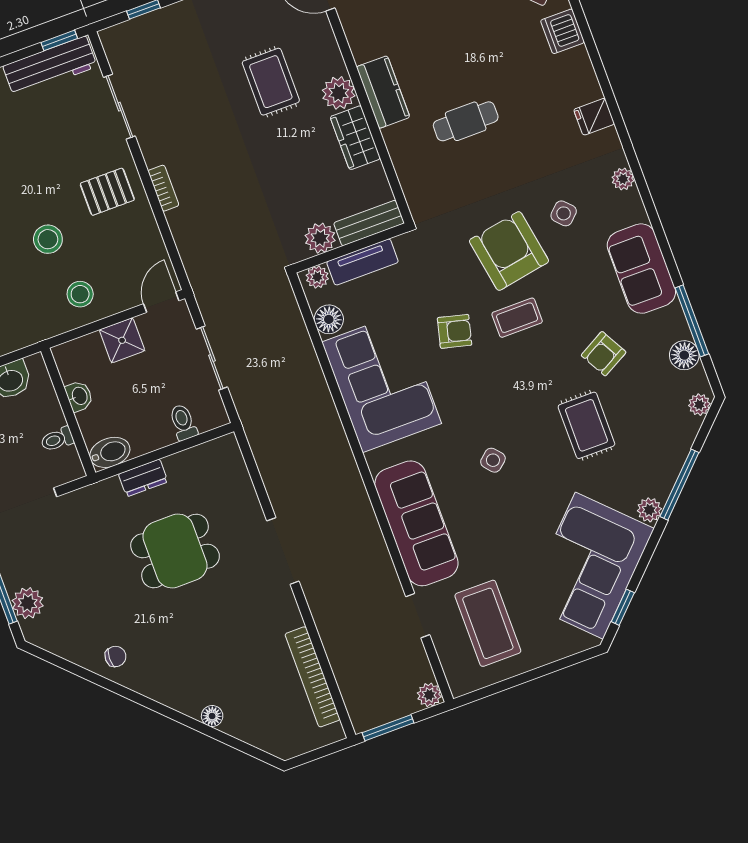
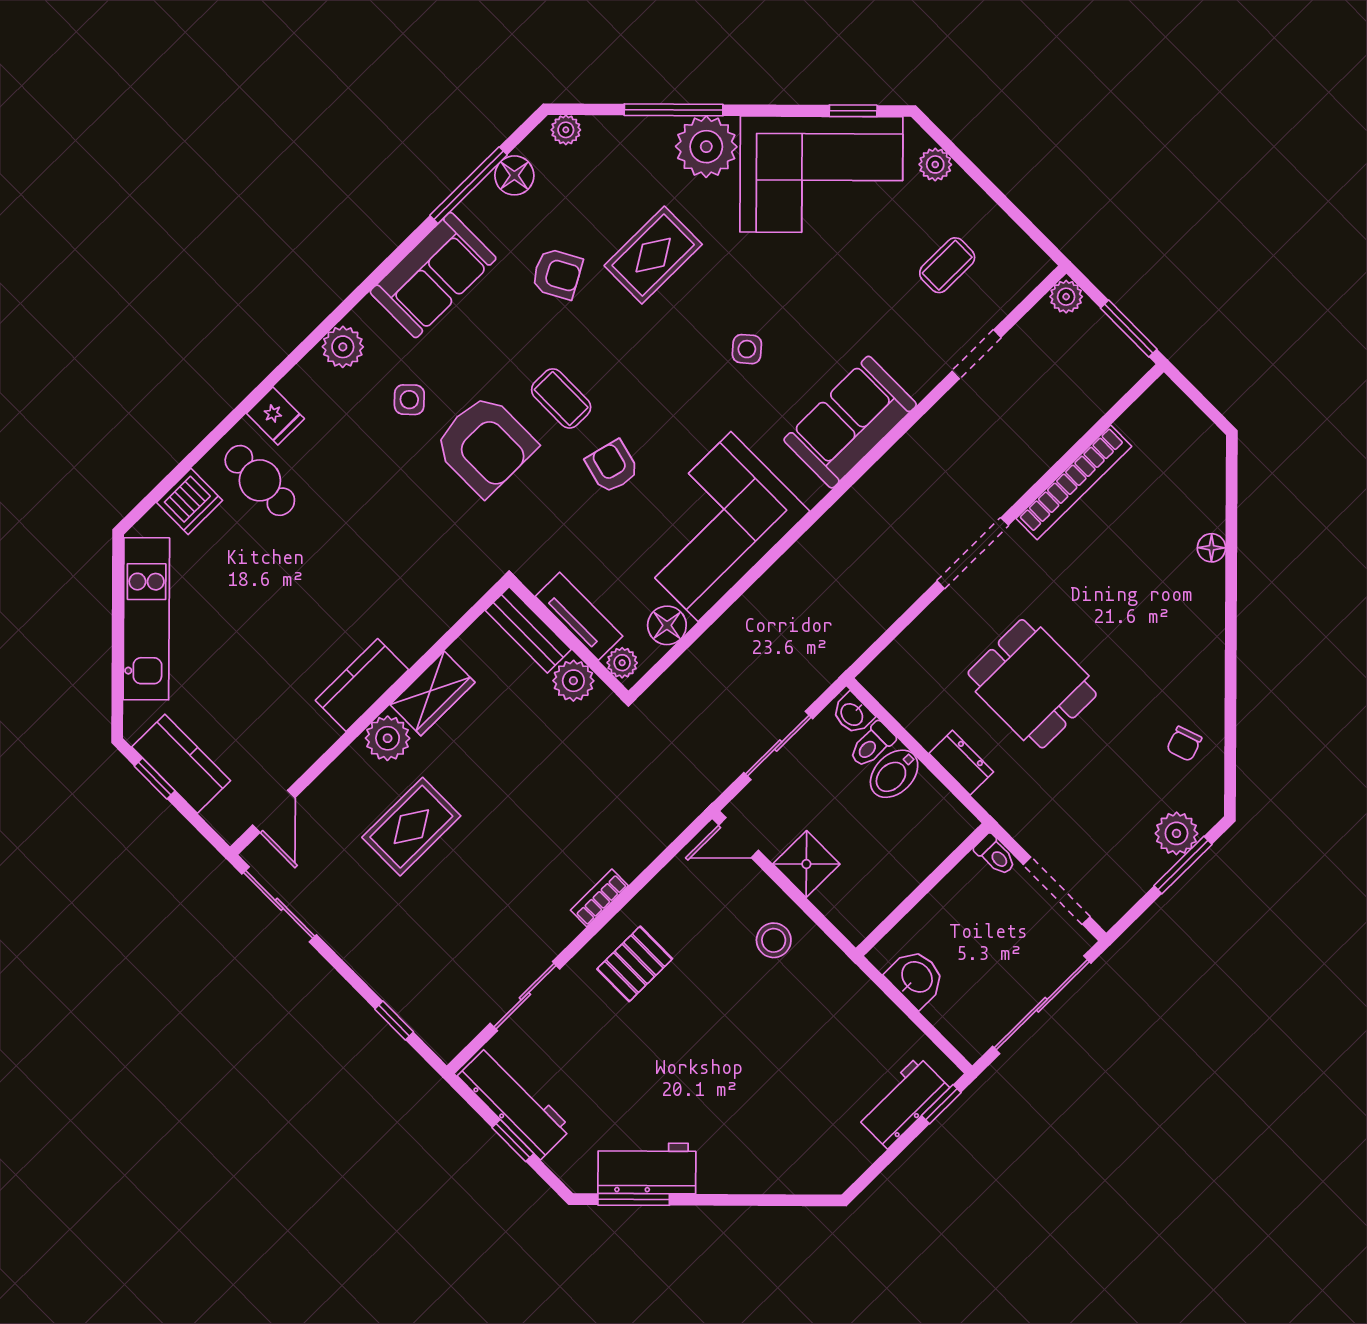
window: (59, 40) -> (513, 1141), moved
cafe table: (466, 121) -> (260, 480), moved
plant: (623, 179) -> (343, 347), width x1.38, depth x1.38
pallet: (107, 192) -> (635, 964), turned 90
stool: (48, 239) -> (725, 1009), removed
armchair: (509, 251) -> (485, 445), turned -80
washbasin: (79, 396) -> (852, 714), moved, turned -90
toilet: (57, 439) -> (995, 855), moved
bidet: (110, 452) -> (894, 774), moved, turned -90
plant: (649, 510) -> (706, 147), width x1.87, depth x1.87
sofa: (416, 523) -> (850, 422), width x0.73
coffee table: (488, 623) -> (947, 265), width x0.54, depth x0.58
plant: (560, 647) -> (935, 164), added
chair: (115, 656) -> (1184, 744), moved, turned -109
bookcase: (312, 677) -> (1074, 482), moved

